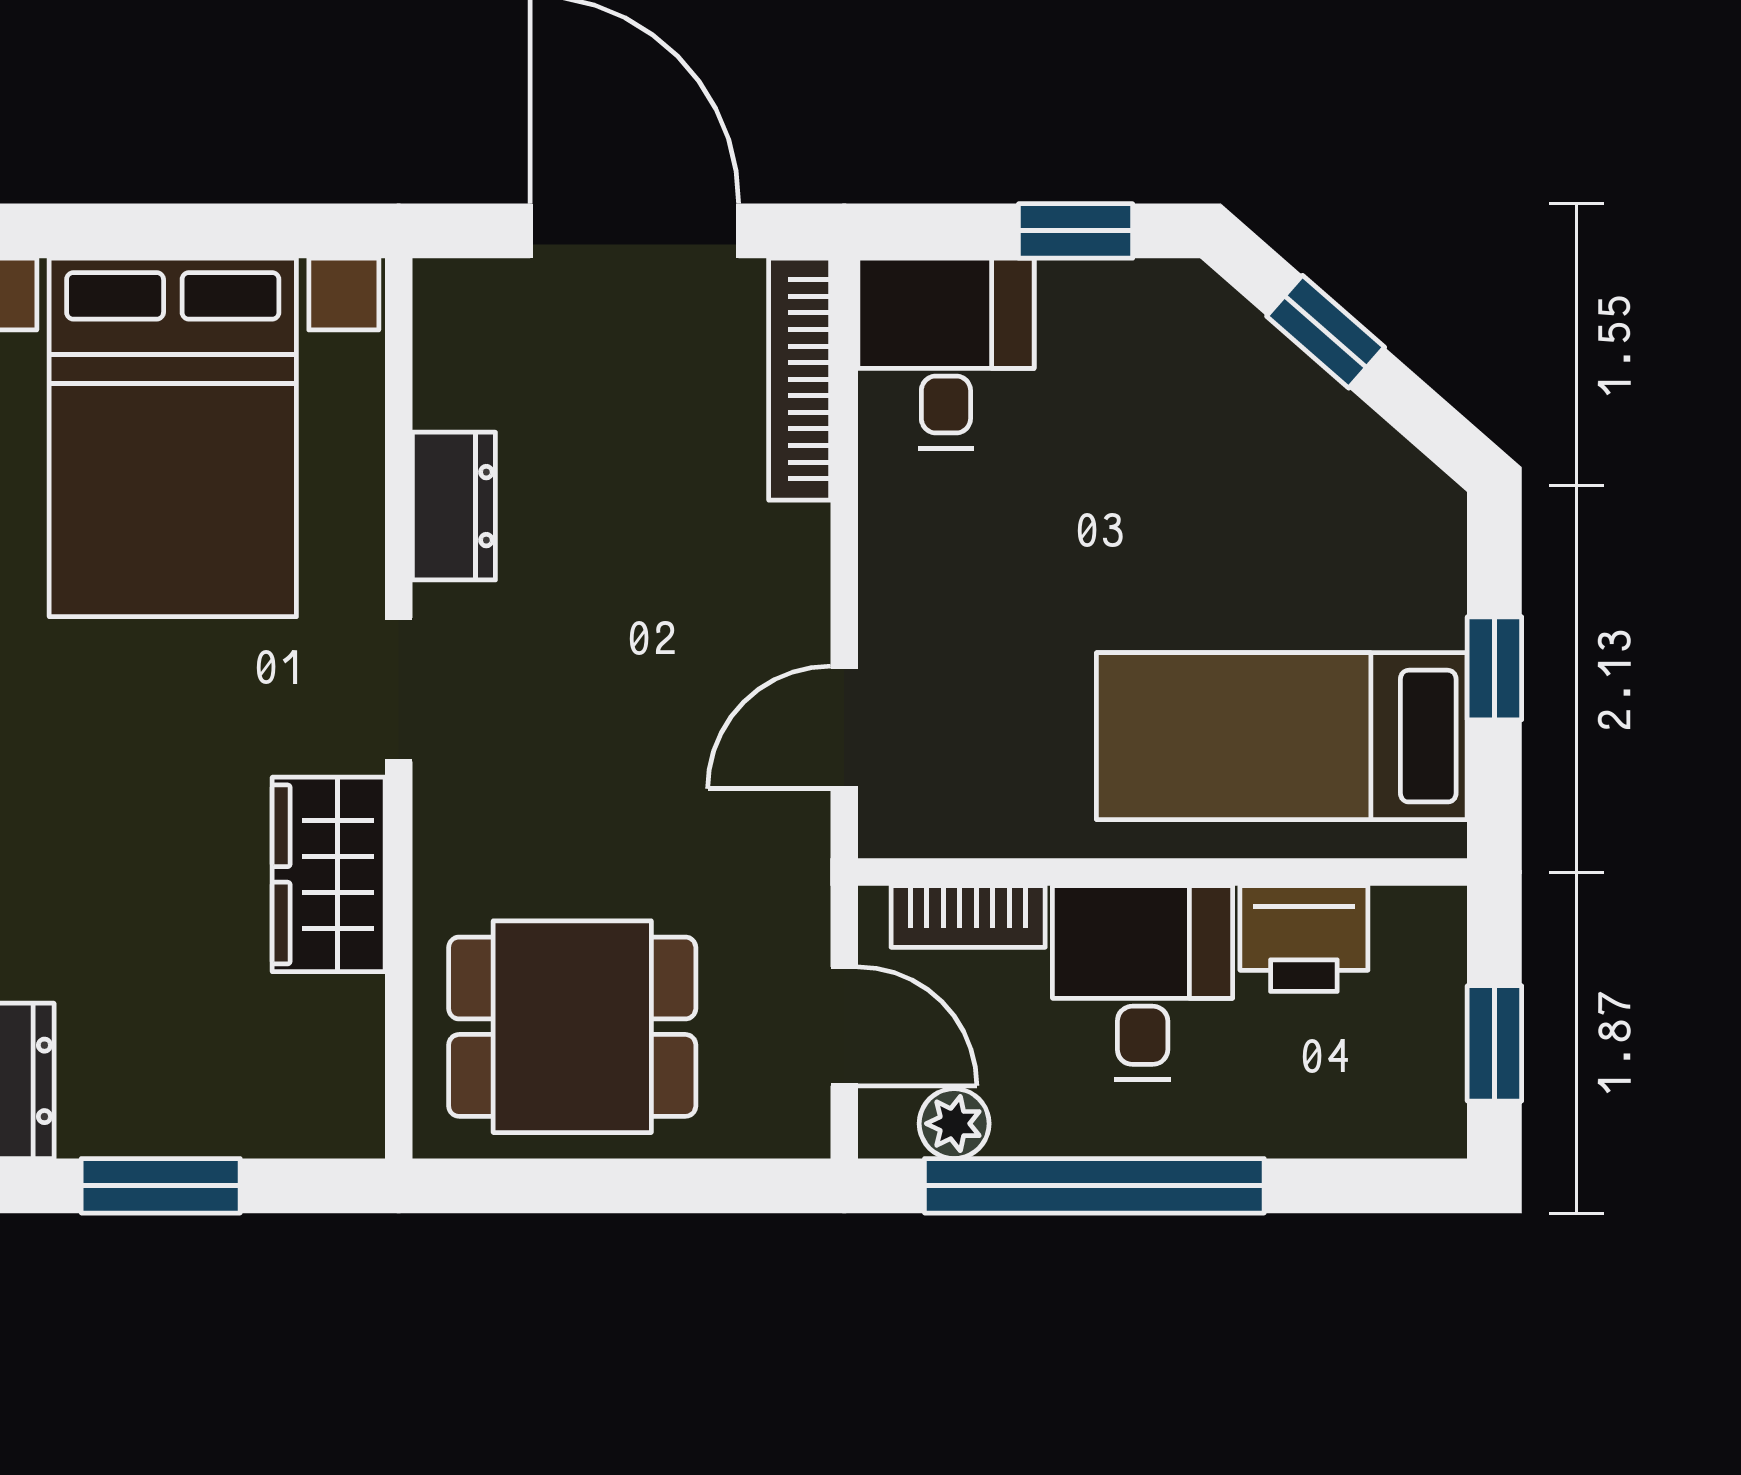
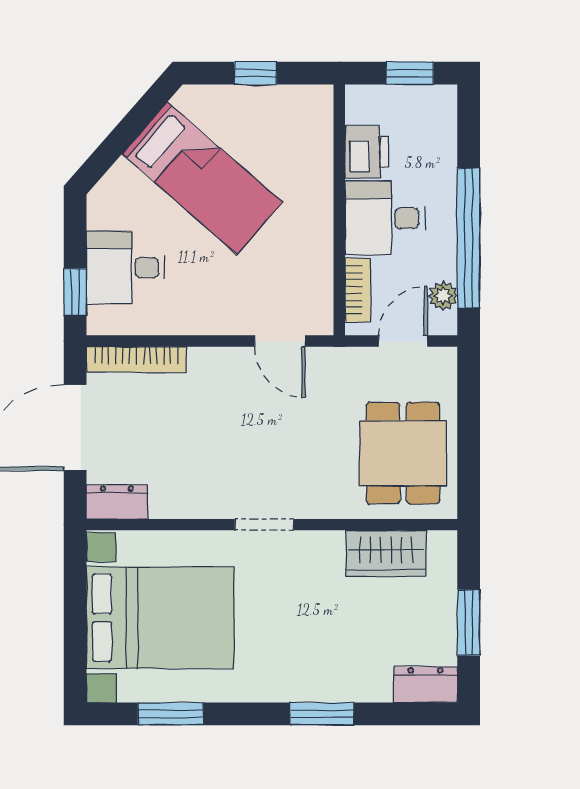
window: (1076, 231) -> (75, 292), moved
window: (1326, 332) -> (117, 143), removed
desk: (946, 353) -> (126, 268), moved
dresser: (454, 506) -> (117, 502), moved
bed: (1282, 736) -> (202, 178), moved, turned -49
wardrobe: (329, 874) -> (386, 553), moved

